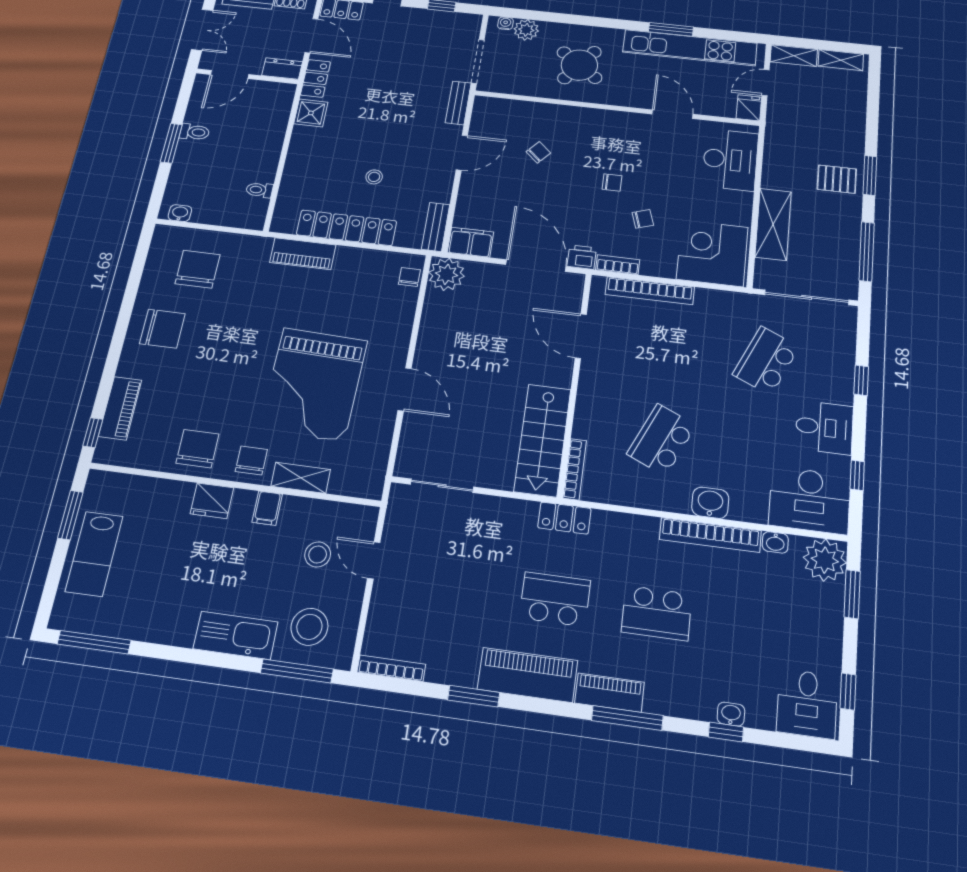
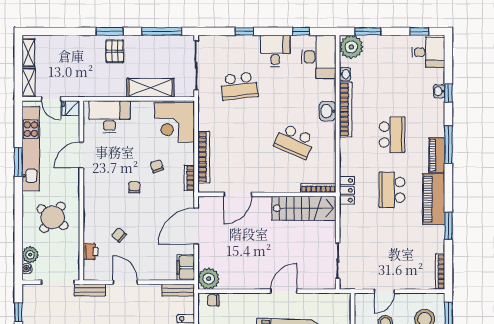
printer: (582, 257) -> (90, 252), moved, turned 180
school desk: (766, 361) -> (239, 86), turned -30

